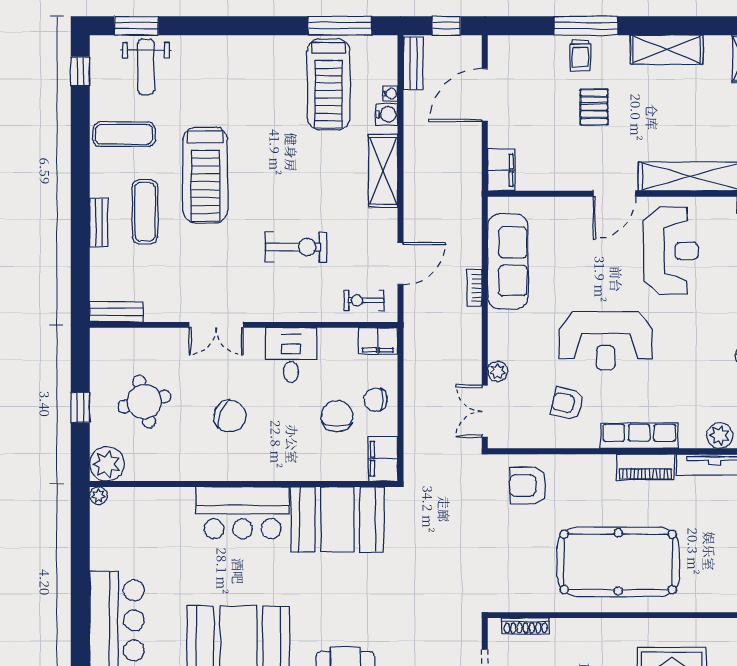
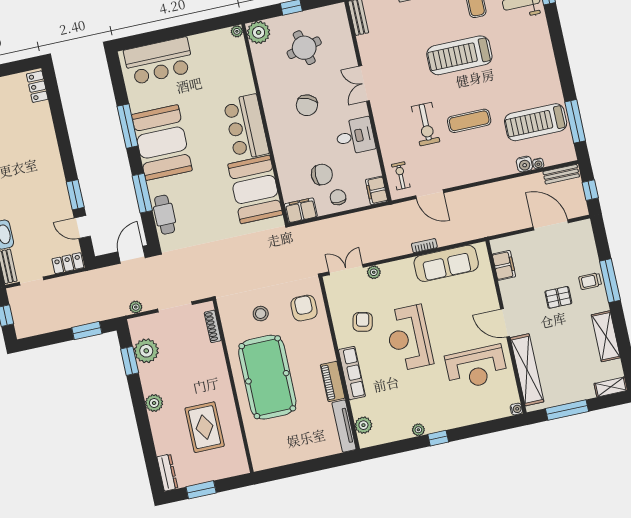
filing cabinet: (501, 170) -> (504, 265), moved, turned -90
shelving: (383, 171) -> (487, 170), removed
exercise mat: (145, 212) -> (469, 121), moved
stool: (522, 551) -> (261, 314), added

